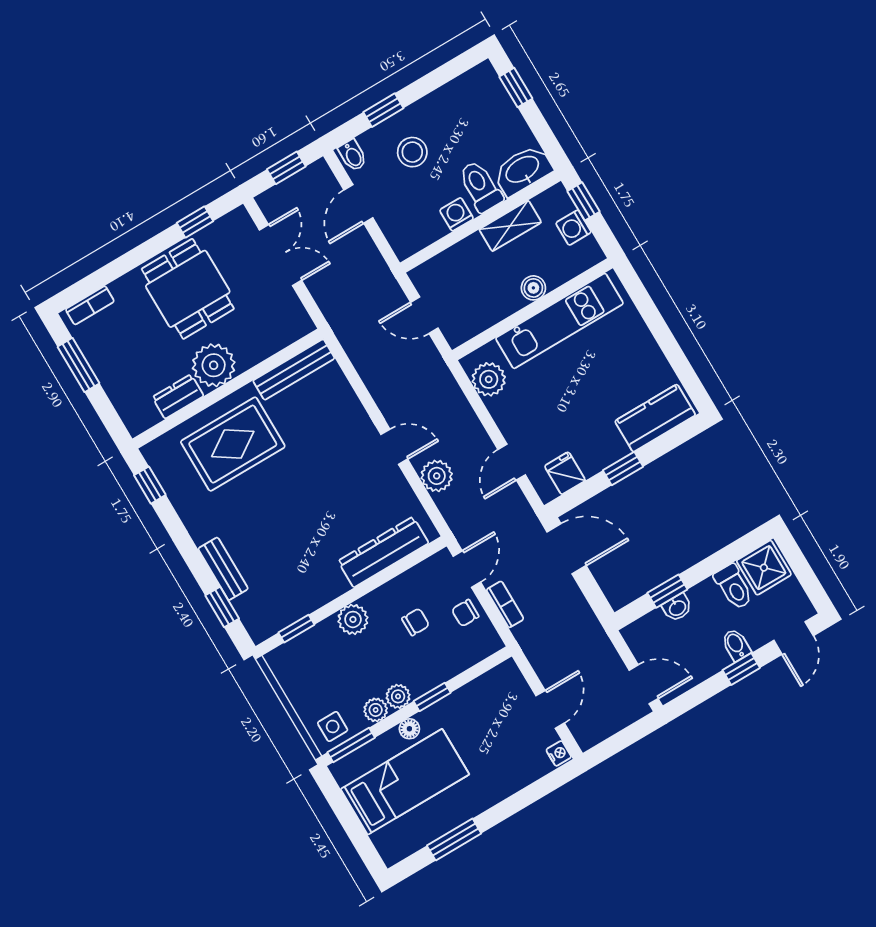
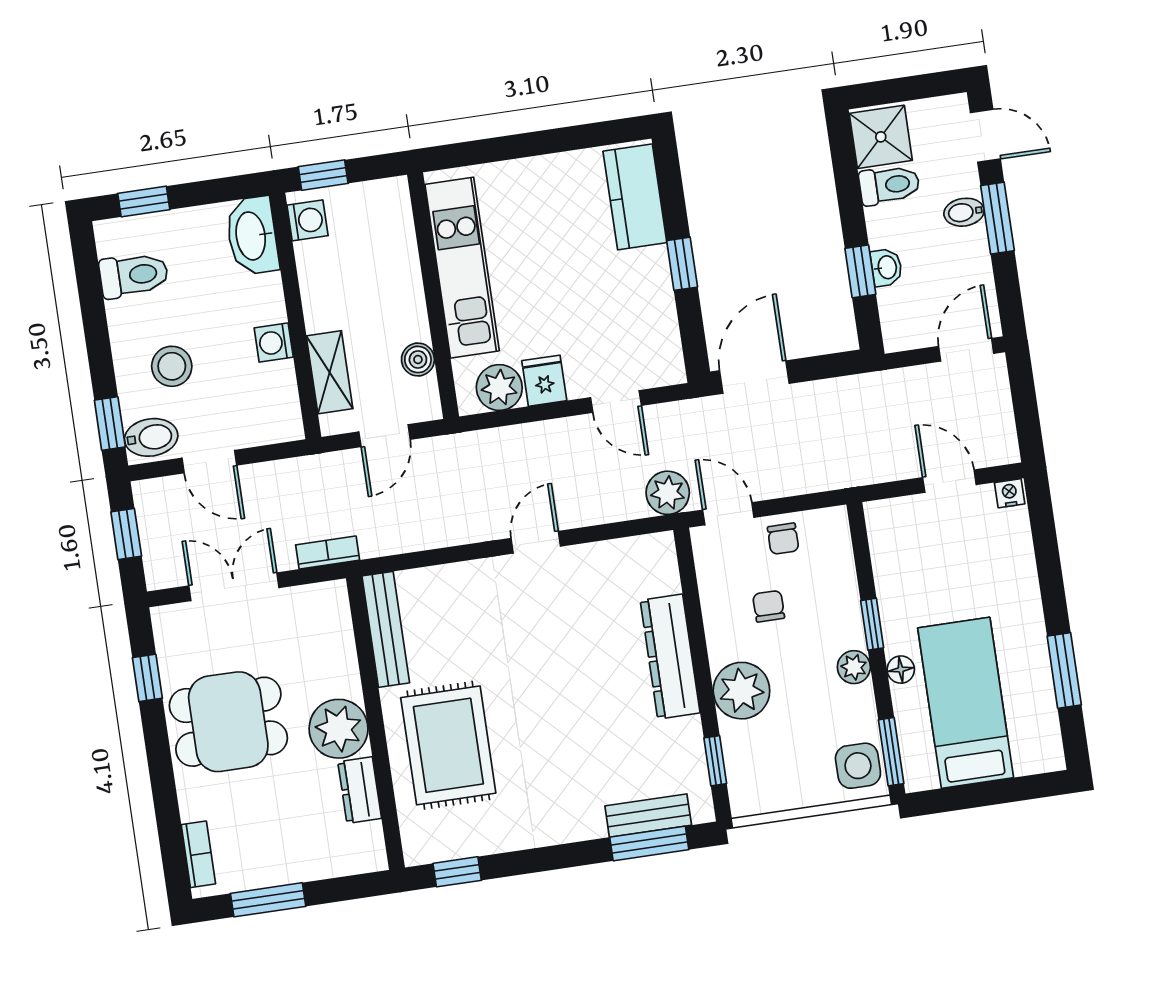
window: (383, 110) -> (110, 423), moved
bidet: (353, 155) -> (151, 437), width x1.38, depth x1.36
toilet: (480, 186) -> (134, 275), moved, turned 180
shelving: (510, 226) -> (330, 372), moved
washing machine: (574, 228) -> (308, 220), moved, turned -90
boiler: (533, 288) -> (418, 359), moved
fridge: (565, 473) -> (544, 381), moved, turned 90
plant: (437, 476) -> (668, 493), moved
dresser: (383, 552) -> (670, 657), moved
bench: (223, 569) -> (648, 816), moved
bookcase: (505, 604) -> (328, 553), moved
window: (222, 607) -> (649, 843), width x1.50
plant: (353, 619) -> (741, 691), width x1.36, depth x1.36
window: (741, 669) -> (997, 218), width x1.50
plant: (376, 710) -> (859, 703), removed
side table: (333, 726) -> (858, 766), width x1.37, depth x1.37

